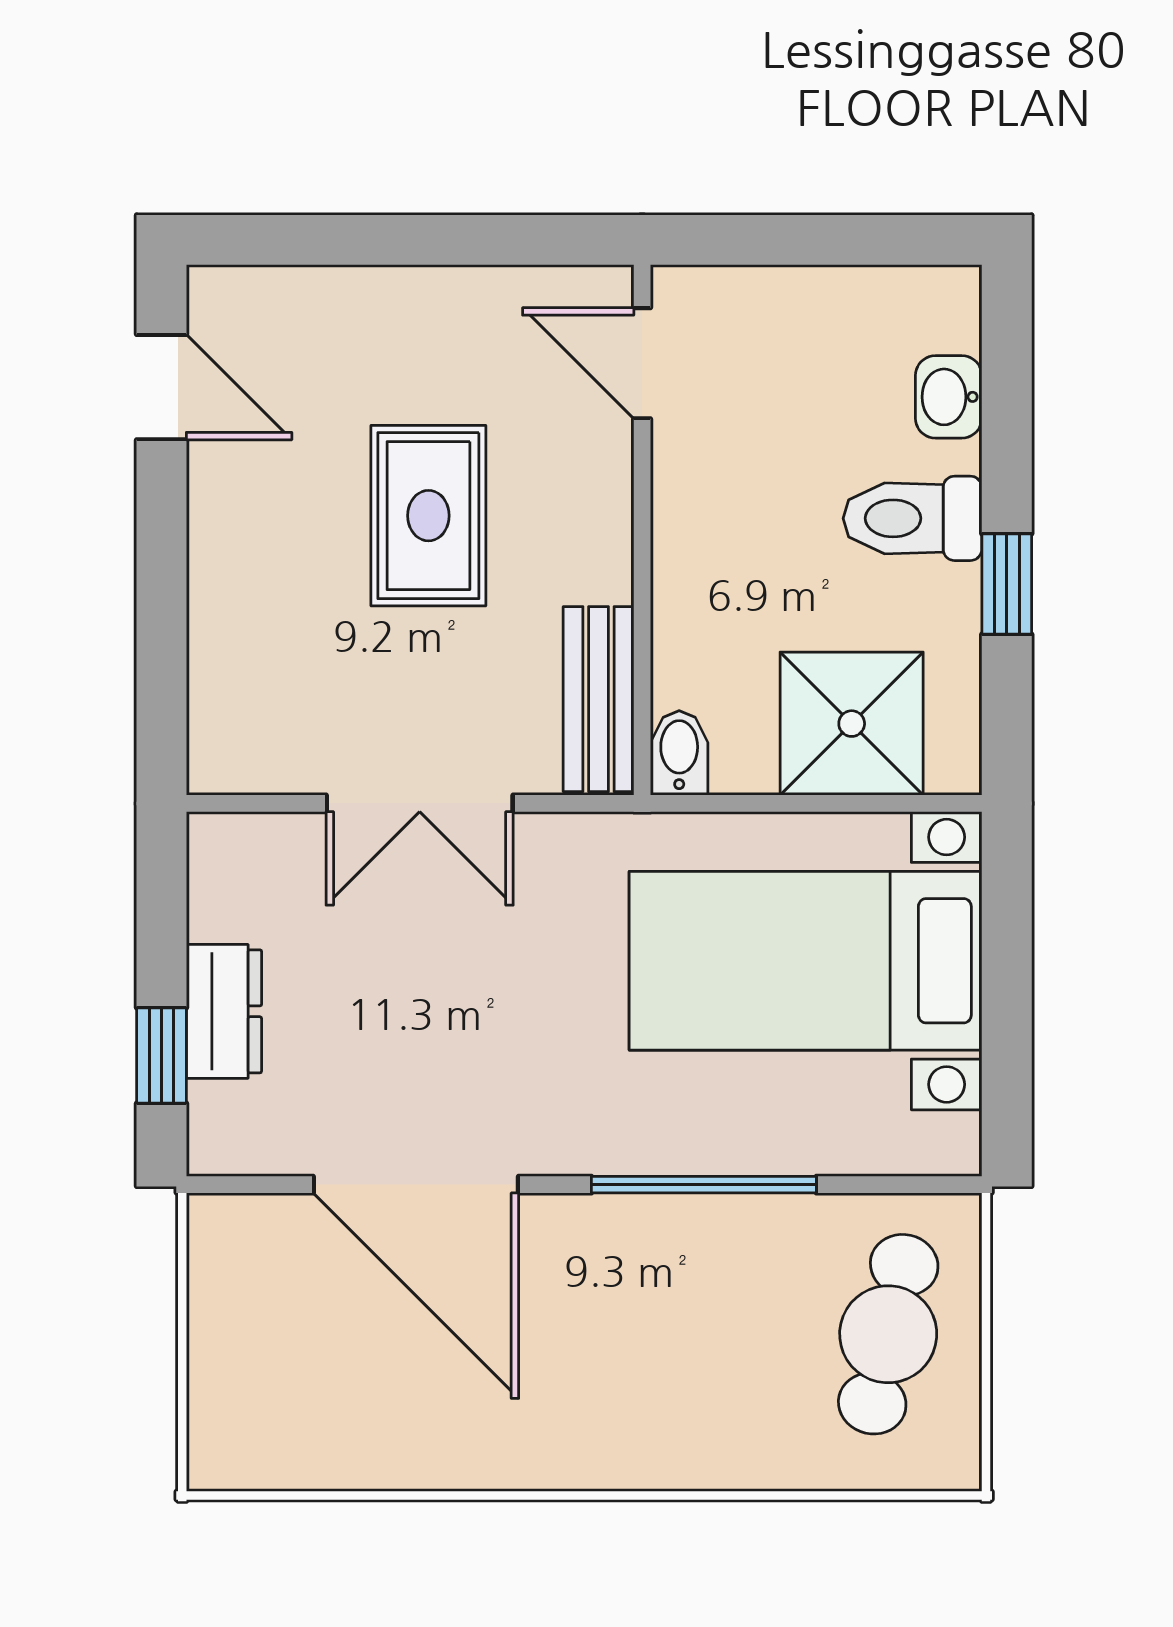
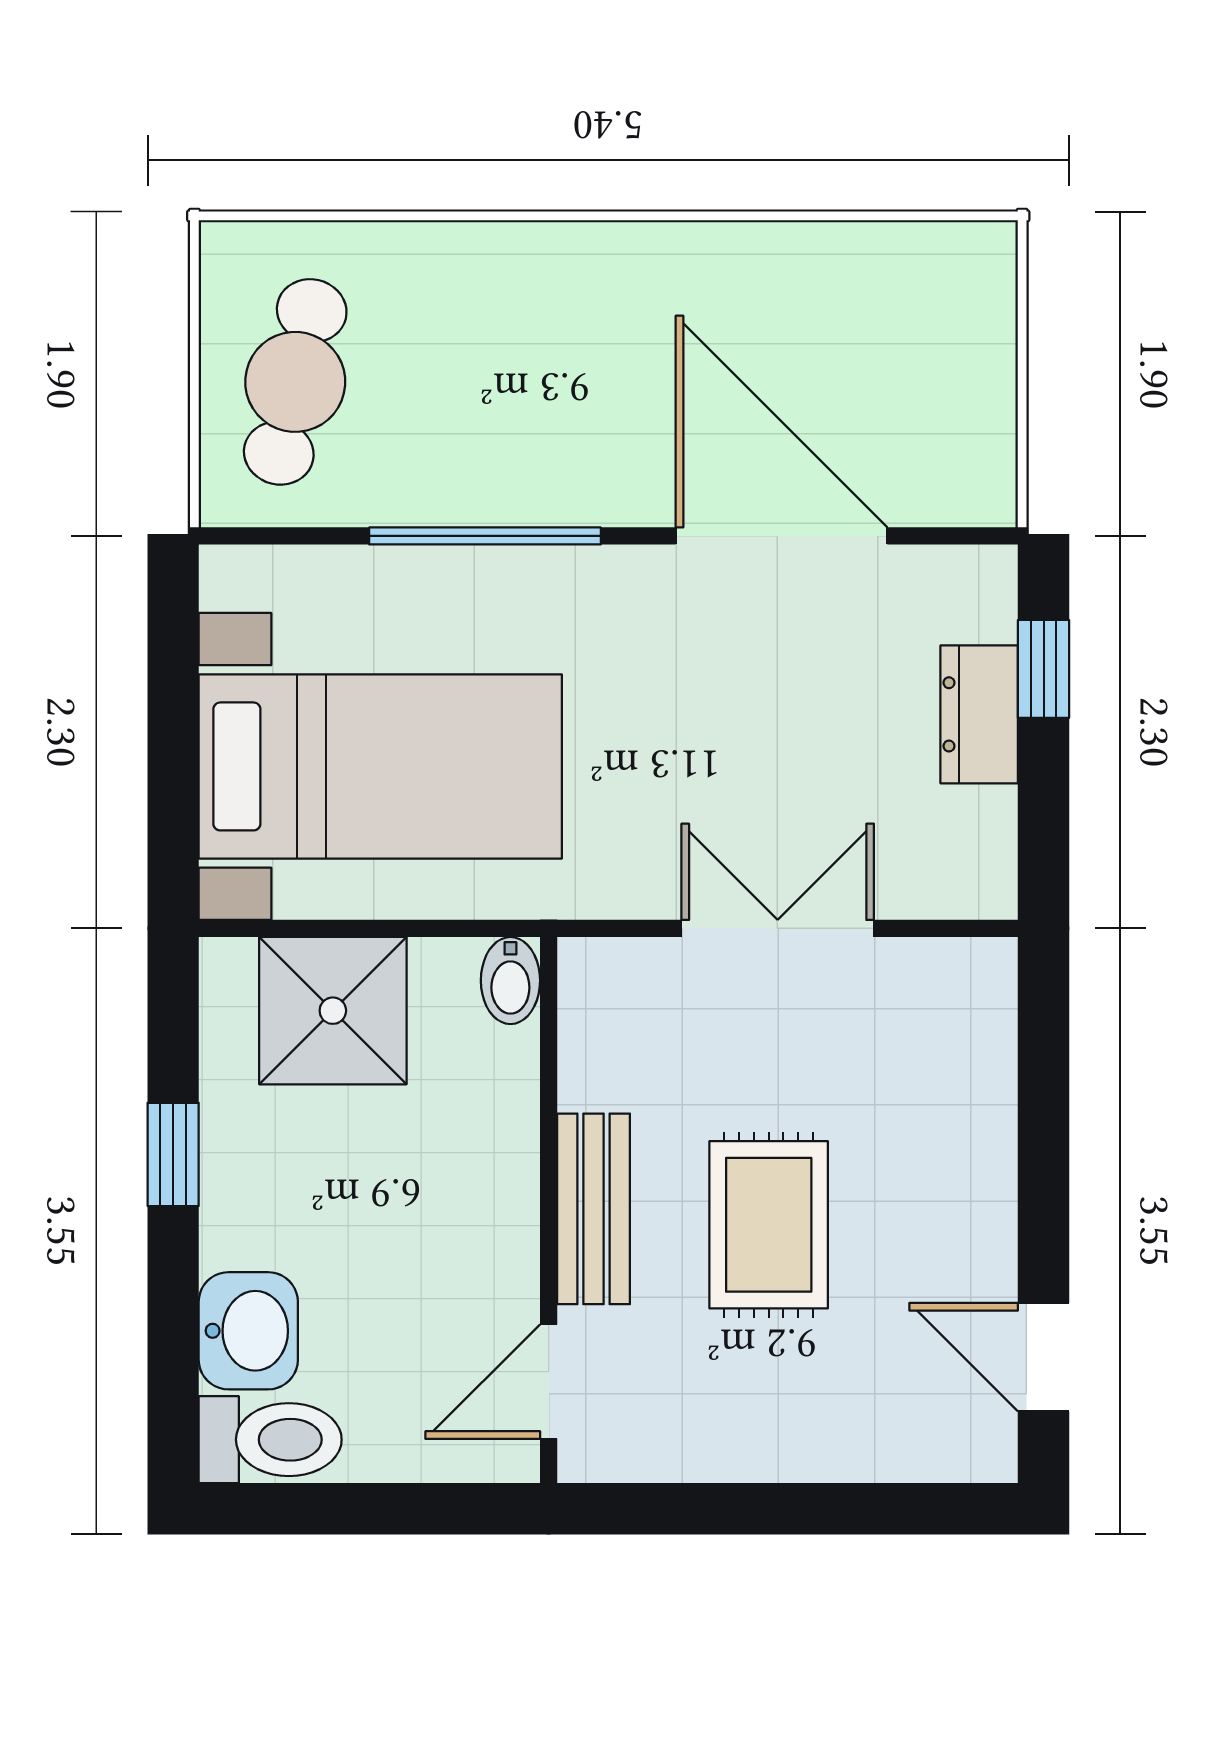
door: (642, 363) -> (549, 1382), swing flipped
washbasin: (949, 397) -> (248, 1331), width x1.38, depth x1.45
toilet: (912, 518) -> (270, 1440), moved
bench: (598, 699) -> (594, 1209), moved

